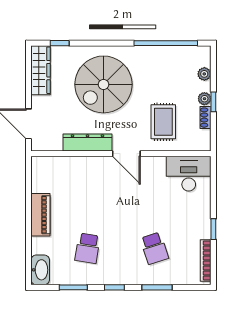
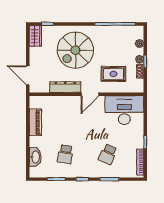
wardrobe: (41, 70) -> (35, 36), width x0.67
rug: (163, 122) -> (113, 74), turned 90
door: (126, 154) -> (90, 94), hinge flipped
desk: (189, 174) -> (124, 110), width x1.36, depth x1.30
piano: (40, 215) -> (35, 122), moved
school desk: (154, 248) -> (108, 154), turned 42
washbasin: (40, 270) -> (35, 157), moved

